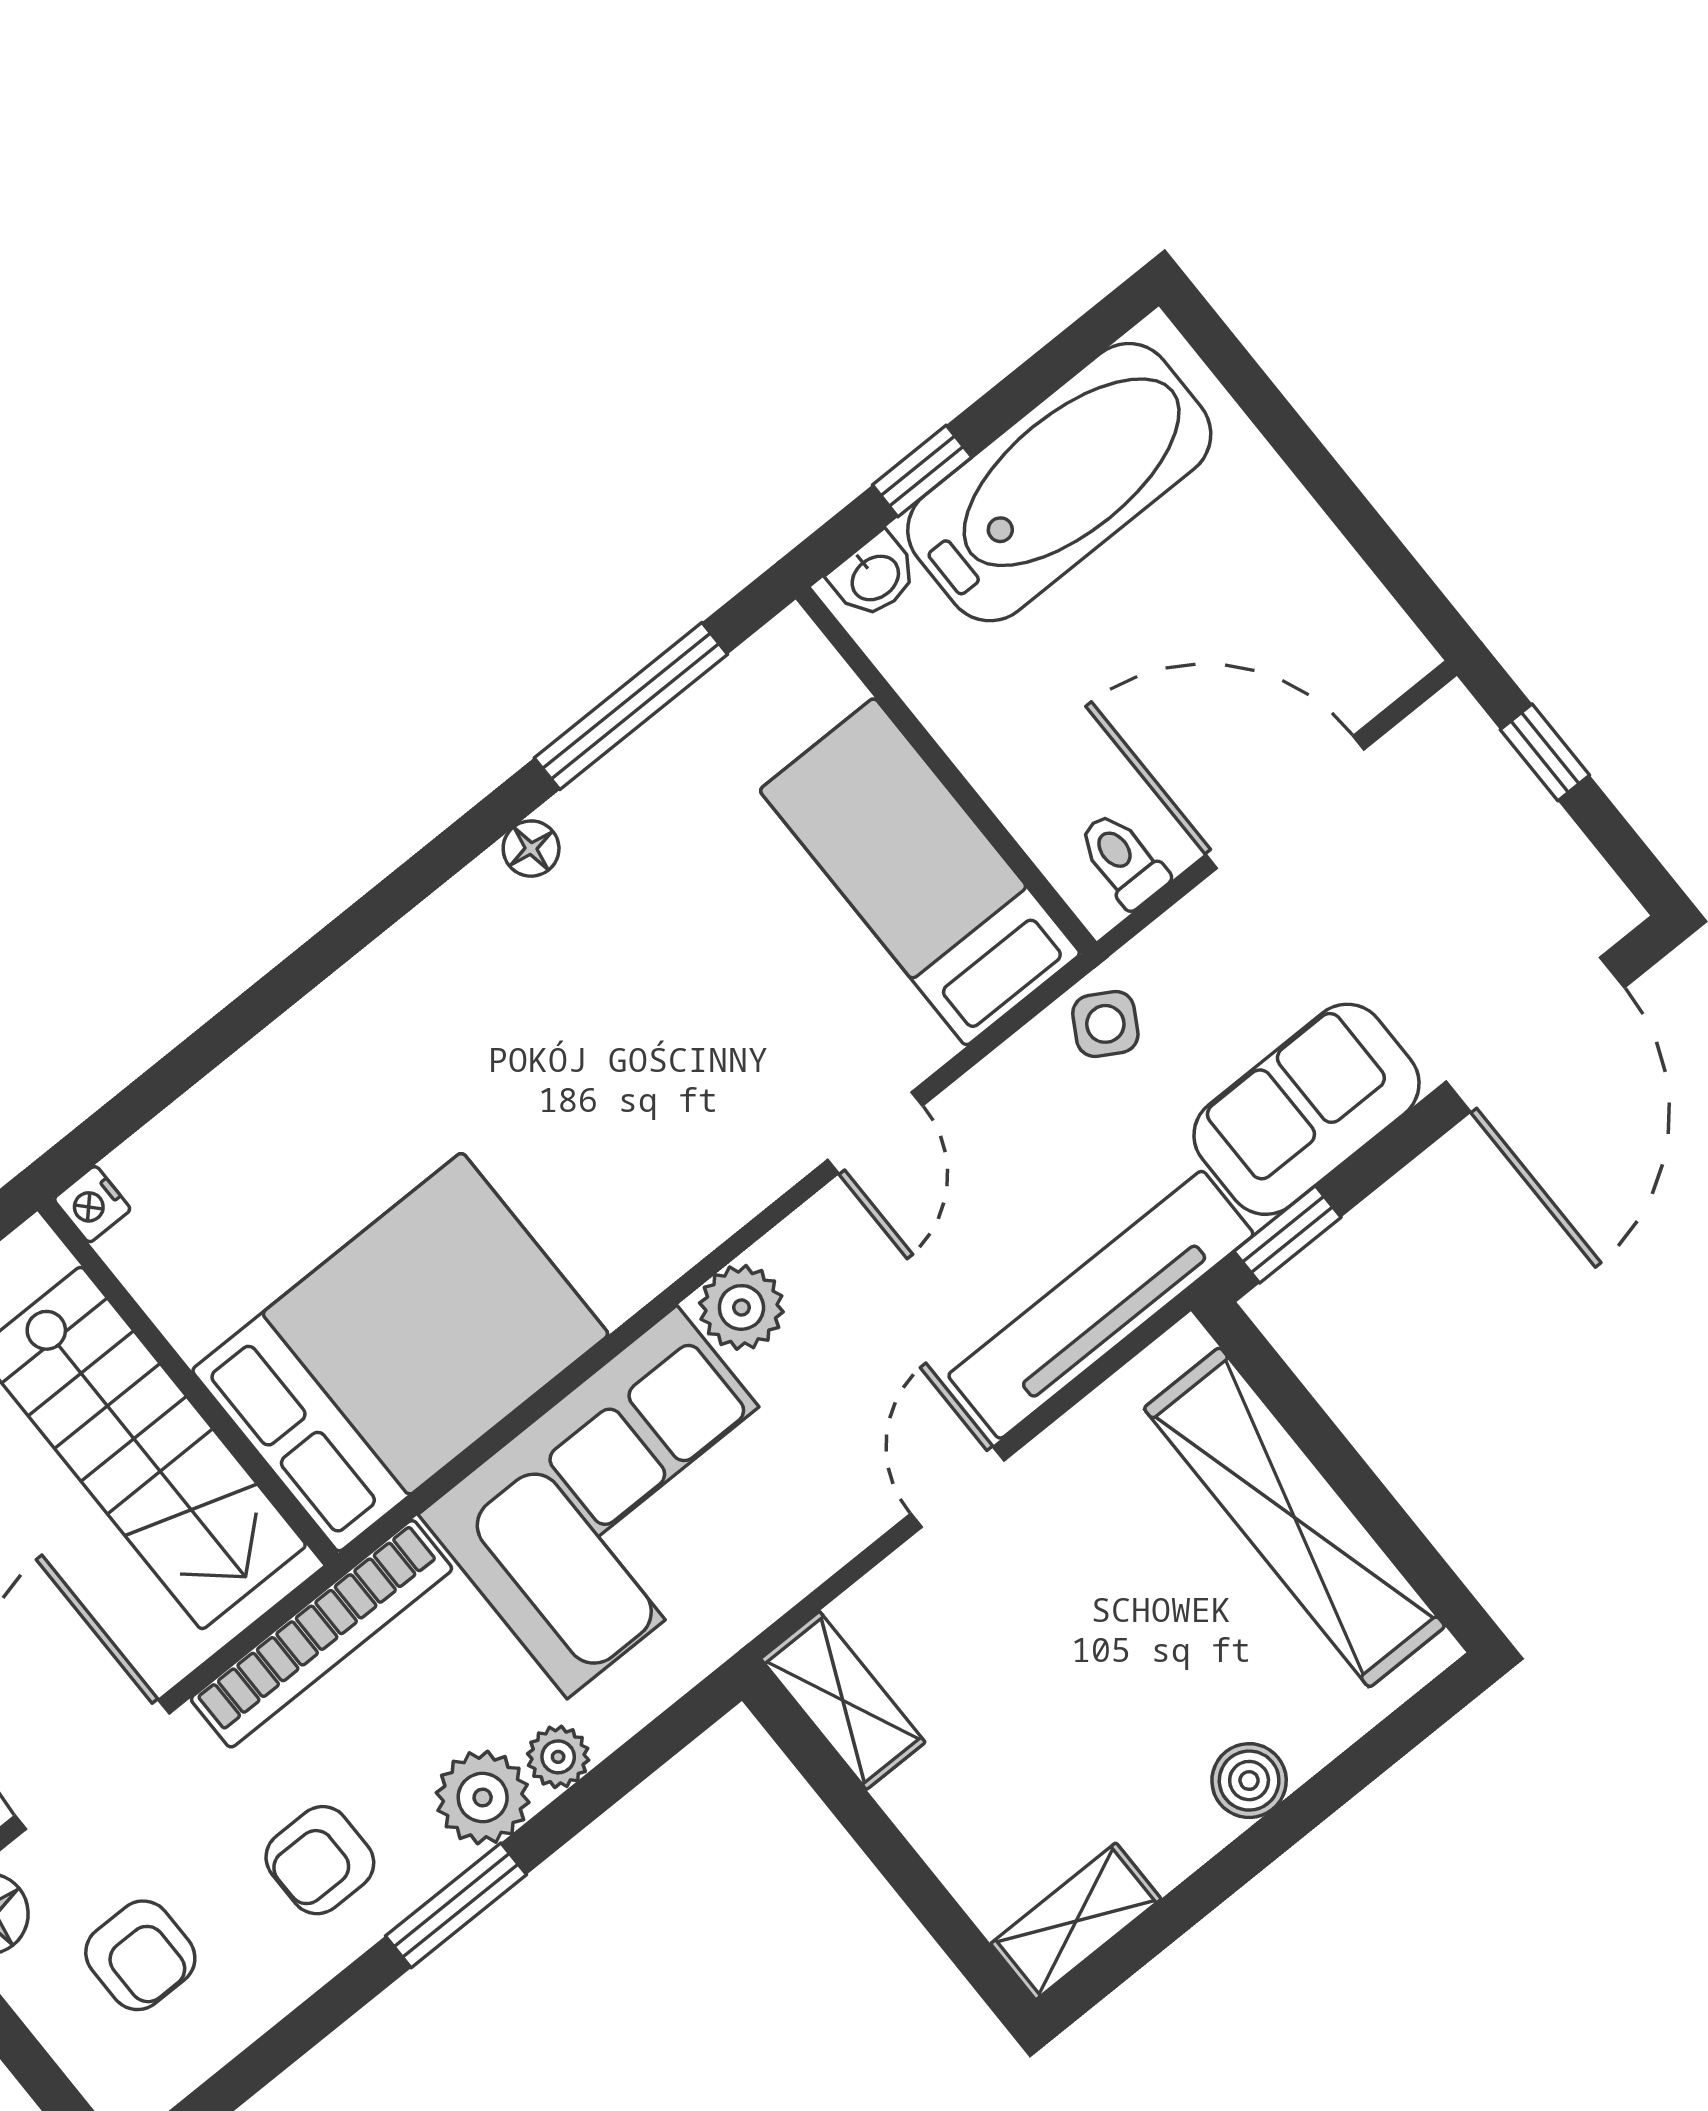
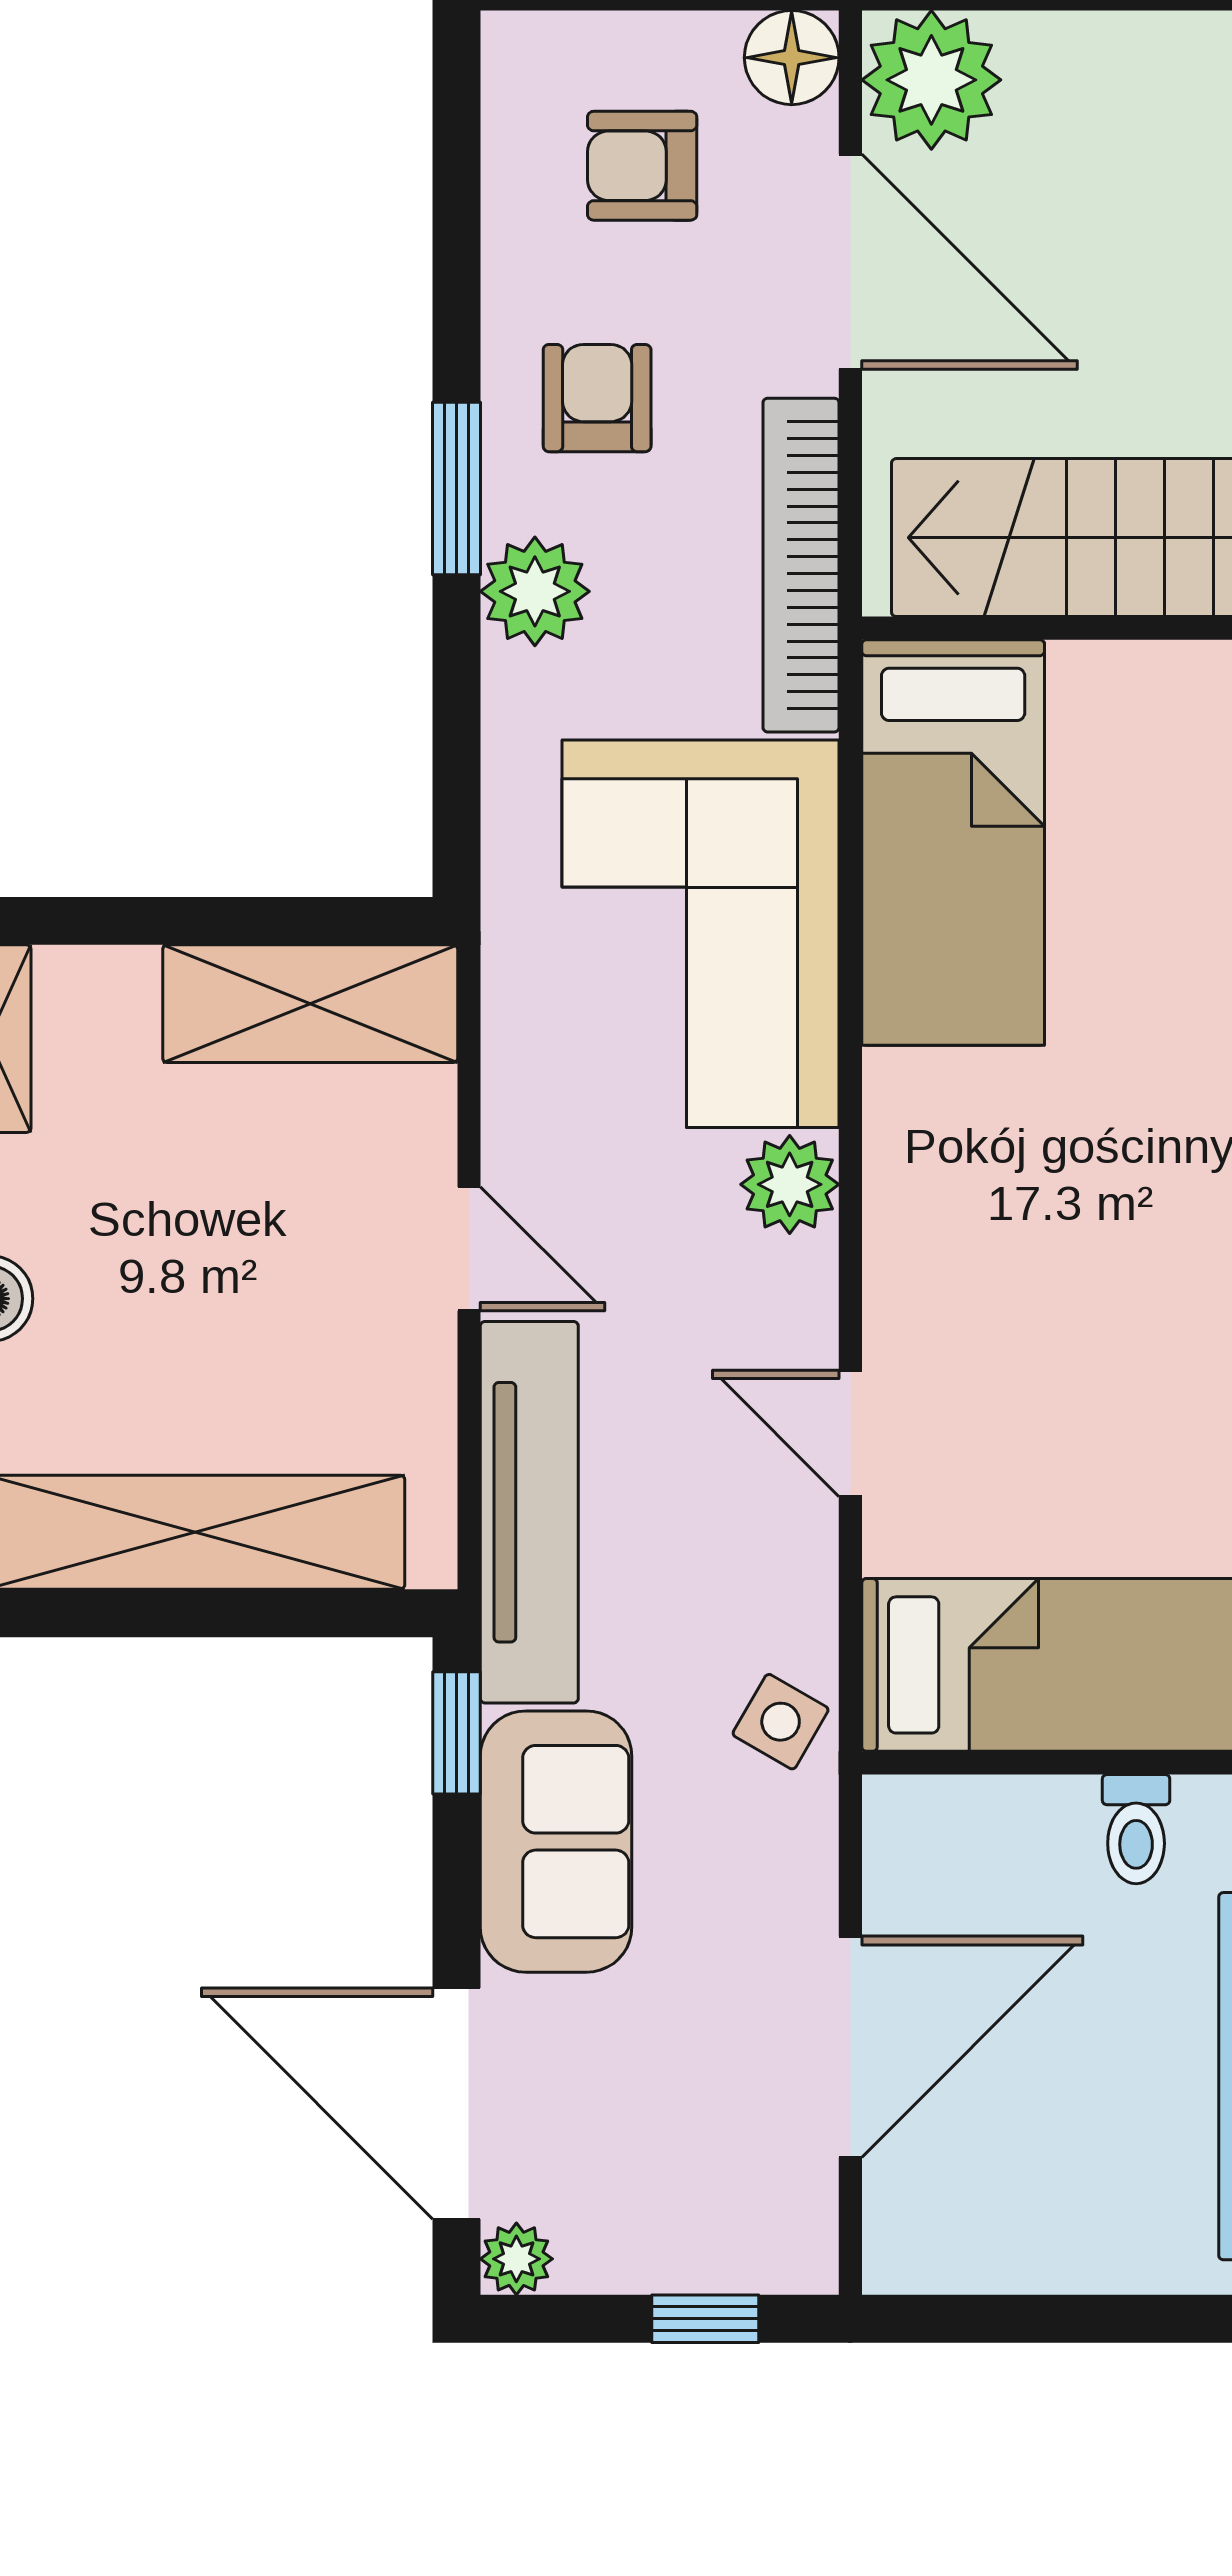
toilet: (1123, 860) -> (1136, 1829), moved, turned 90
bed: (400, 1352) -> (953, 842), width x0.67
shelving: (843, 1700) -> (310, 1004), width x1.50, depth x1.33
plant: (558, 1757) -> (516, 2259), moved

